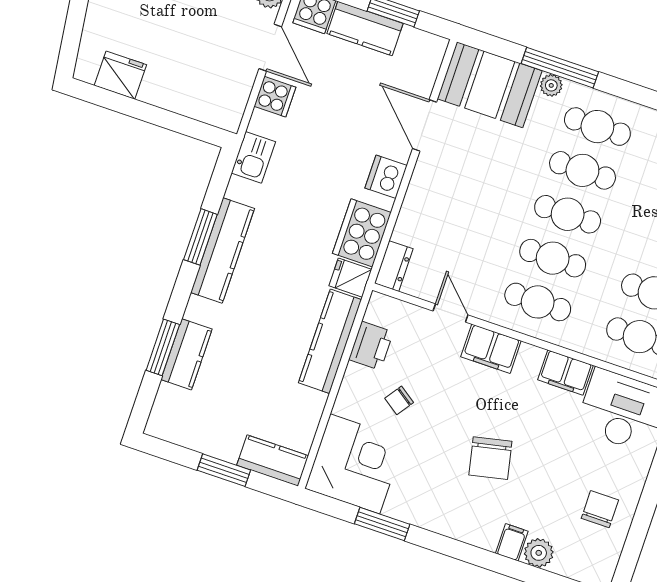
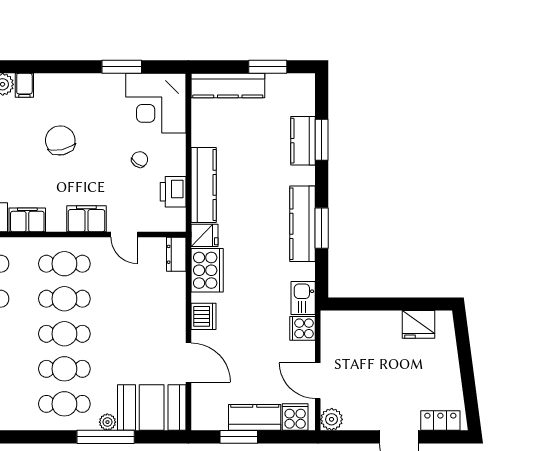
cooker: (275, 97) -> (303, 328), moved
kitchen counter: (273, 461) -> (228, 86), width x1.50
window: (224, 470) -> (268, 67), moved

